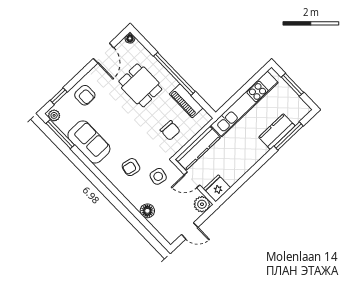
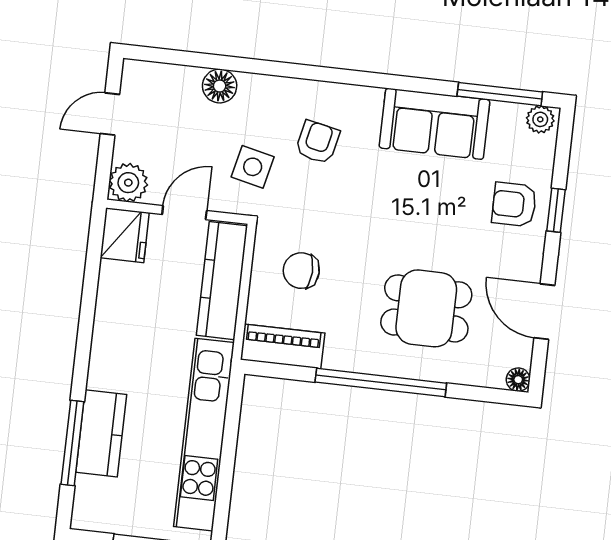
window: (59, 96) -> (556, 210), moved
piano: (186, 101) -> (283, 346), moved

